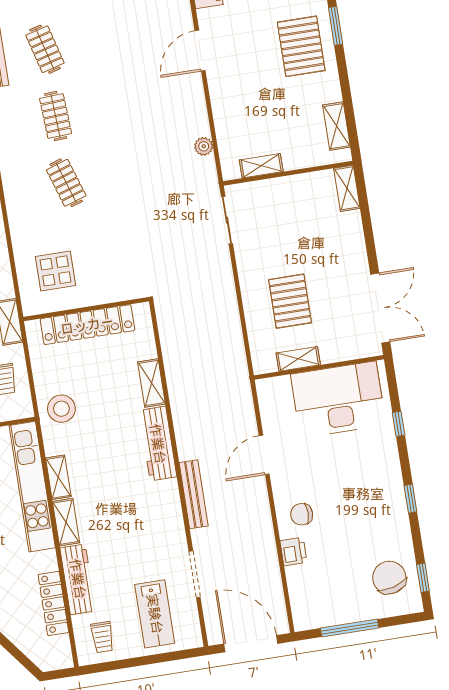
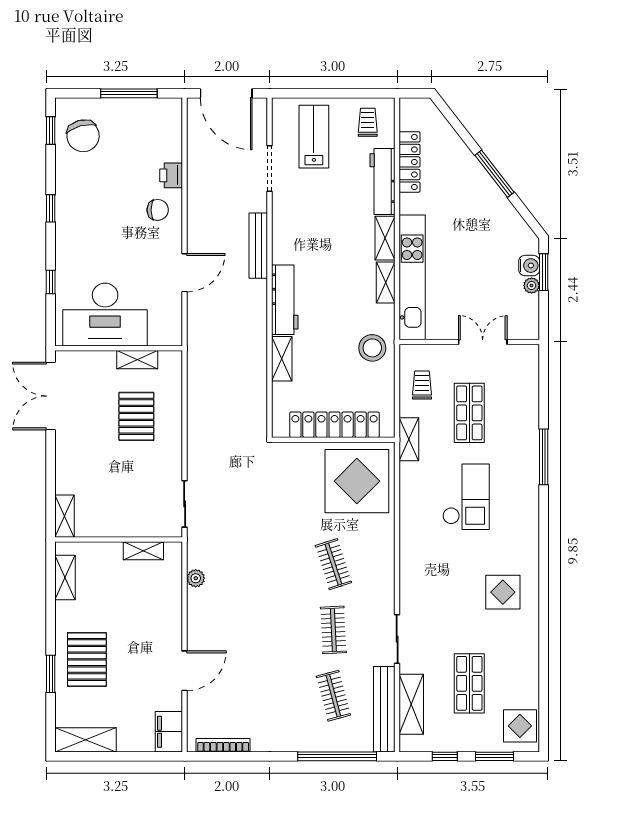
display table: (56, 271) -> (357, 481), width x1.86, depth x1.86

